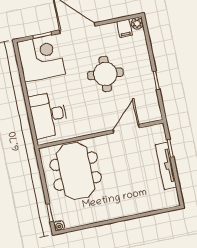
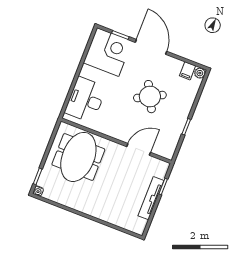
round table: (105, 74) -> (150, 97), turned -33

